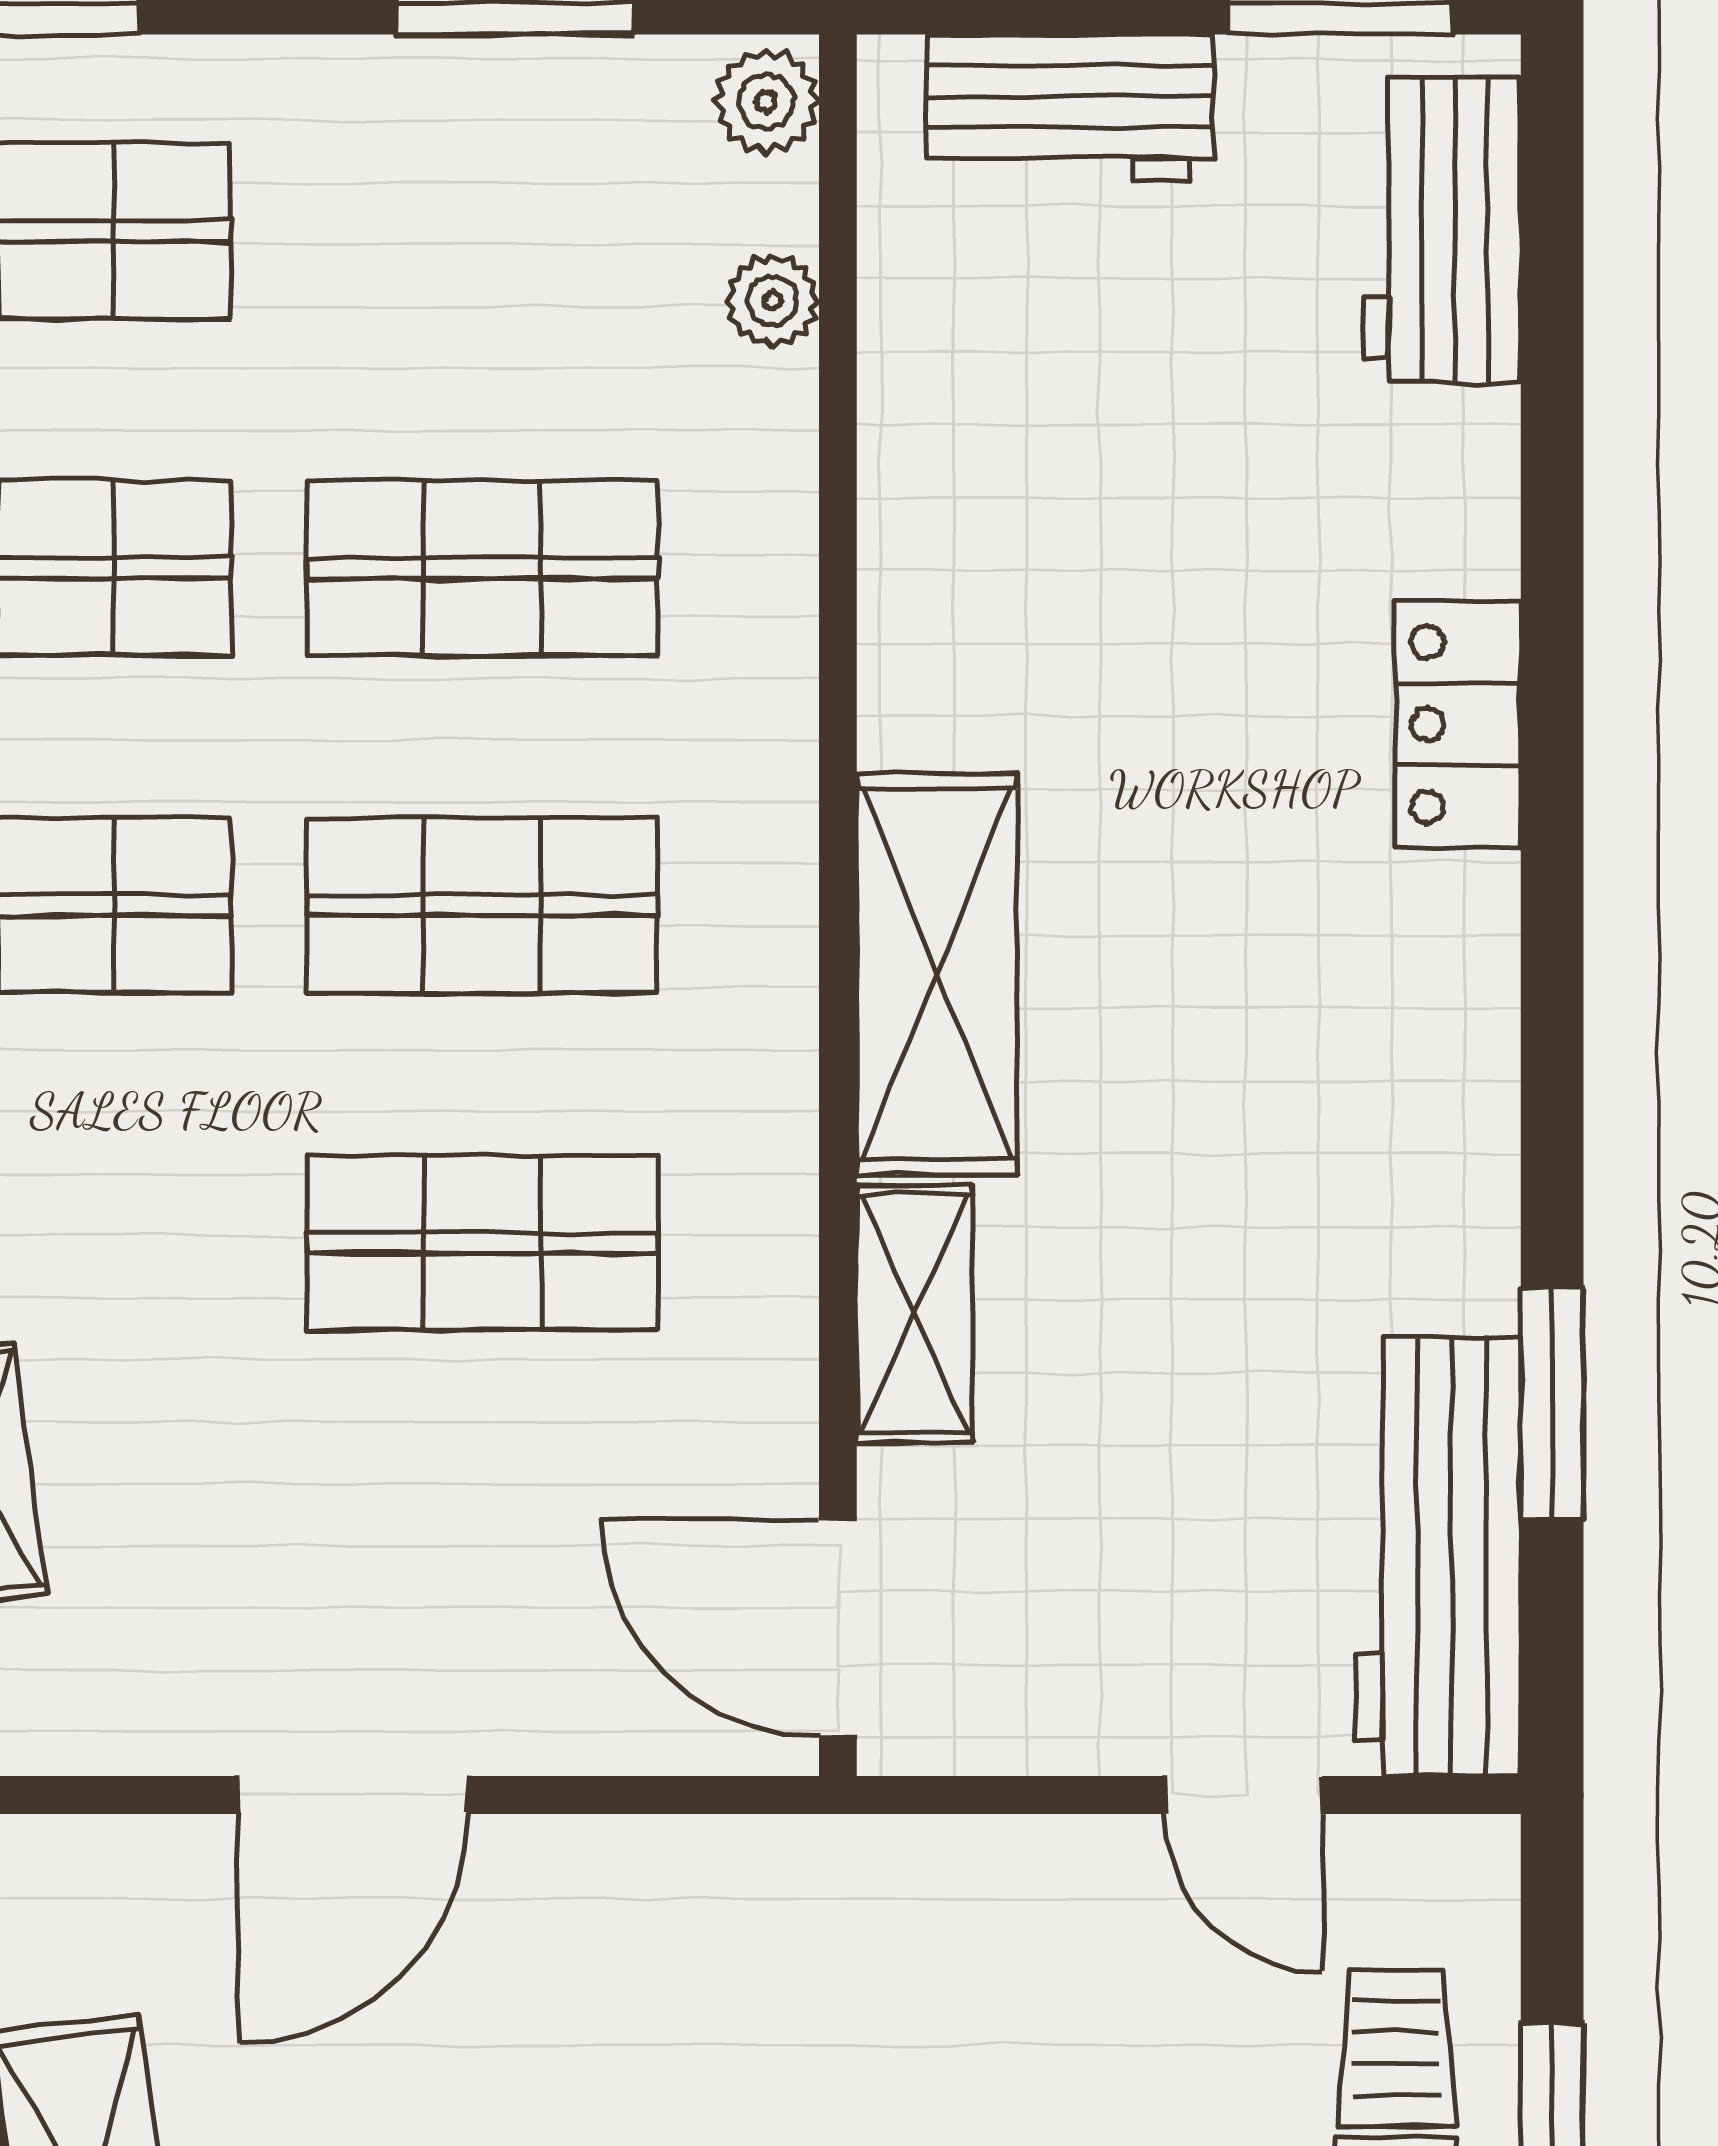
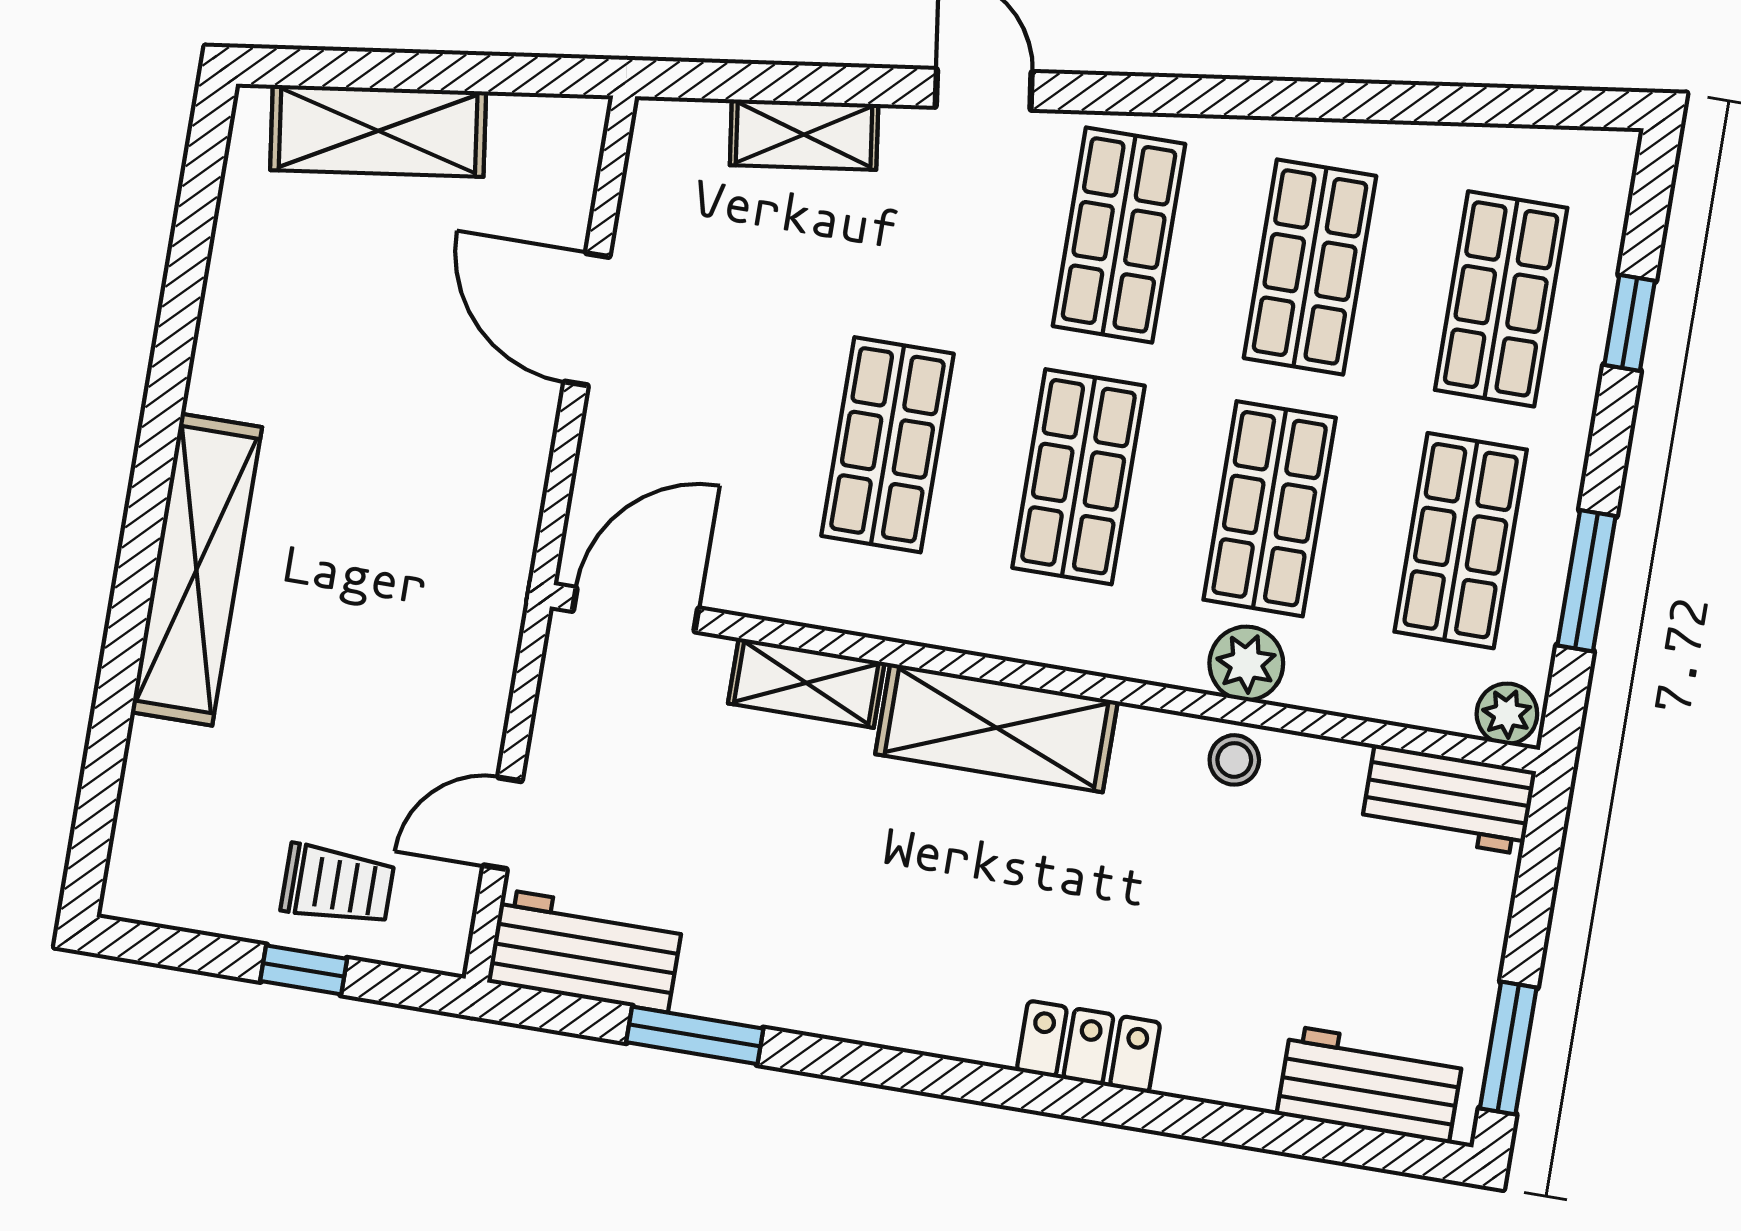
workbench: (1070, 108) -> (1449, 800), moved, turned -90
shop shelf: (482, 231) -> (1461, 541), added
plant: (772, 301) -> (1246, 663), moved, width x1.38, depth x1.38
stool: (924, 556) -> (1234, 760), added
workbench: (1438, 1556) -> (585, 951), width x0.73

